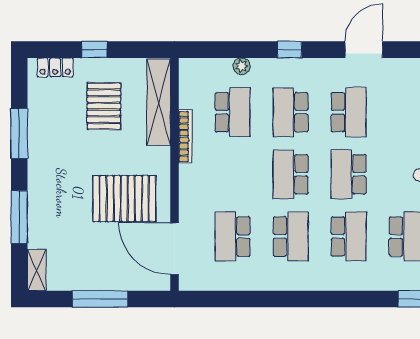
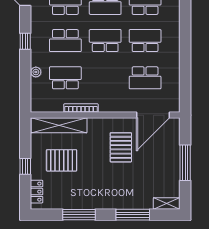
school desk: (291, 174) -> (105, 41), turned 180
pallet: (124, 199) -> (121, 147), width x0.73, depth x0.71

